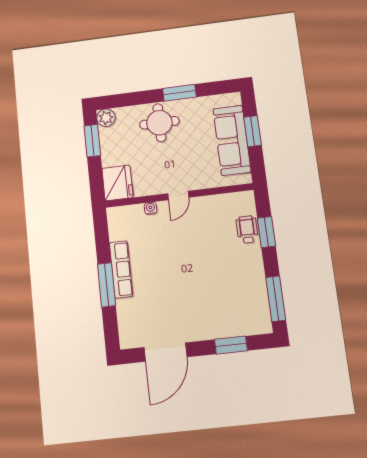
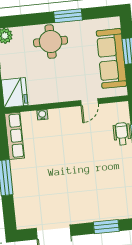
door: (178, 196) -> (89, 102), moved
row of seats: (121, 269) -> (14, 136), moved

